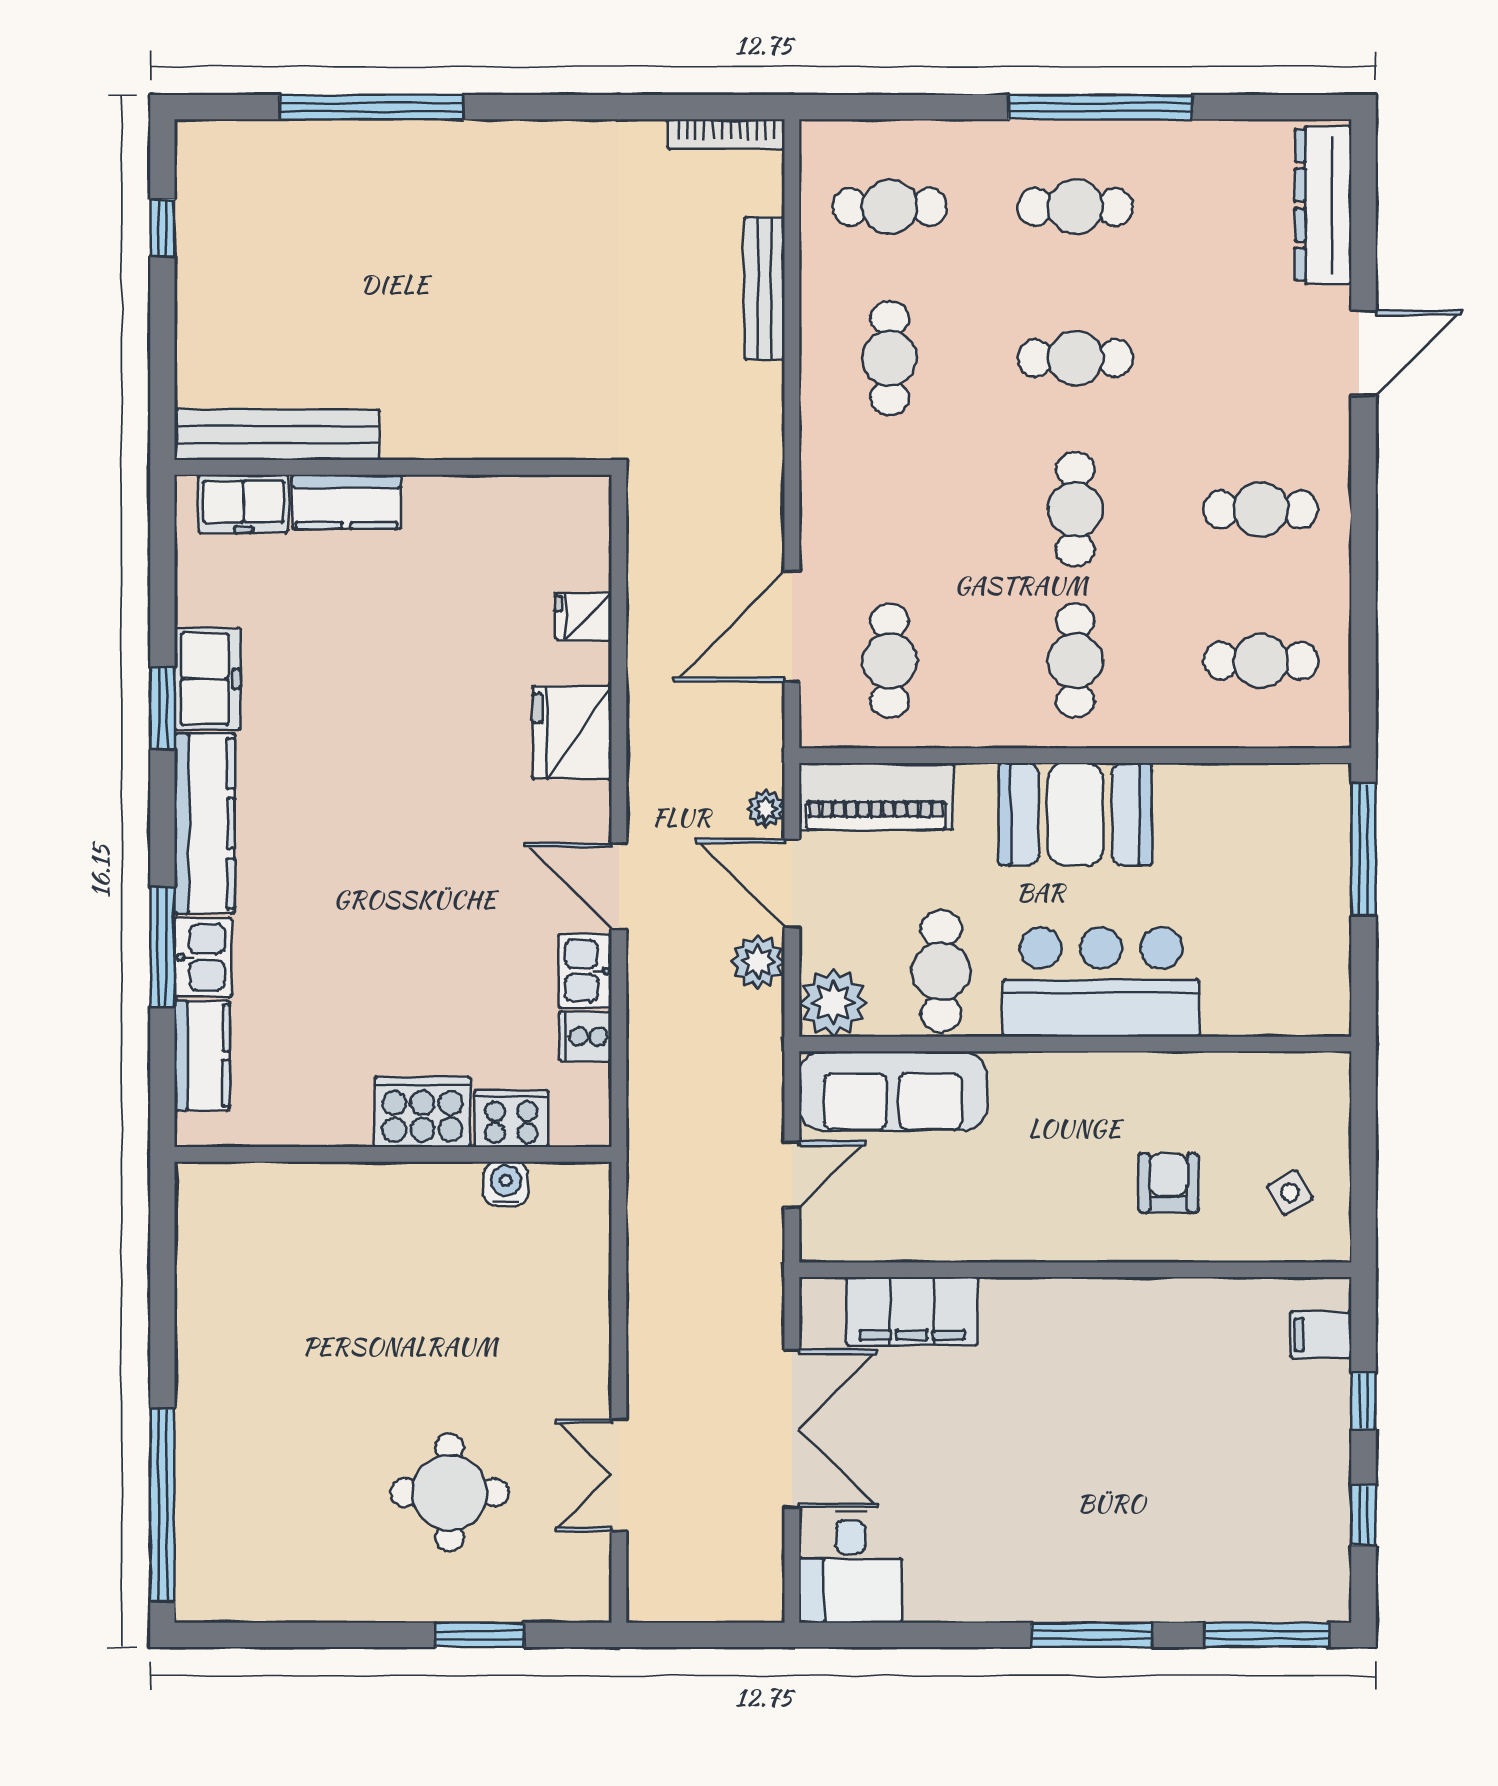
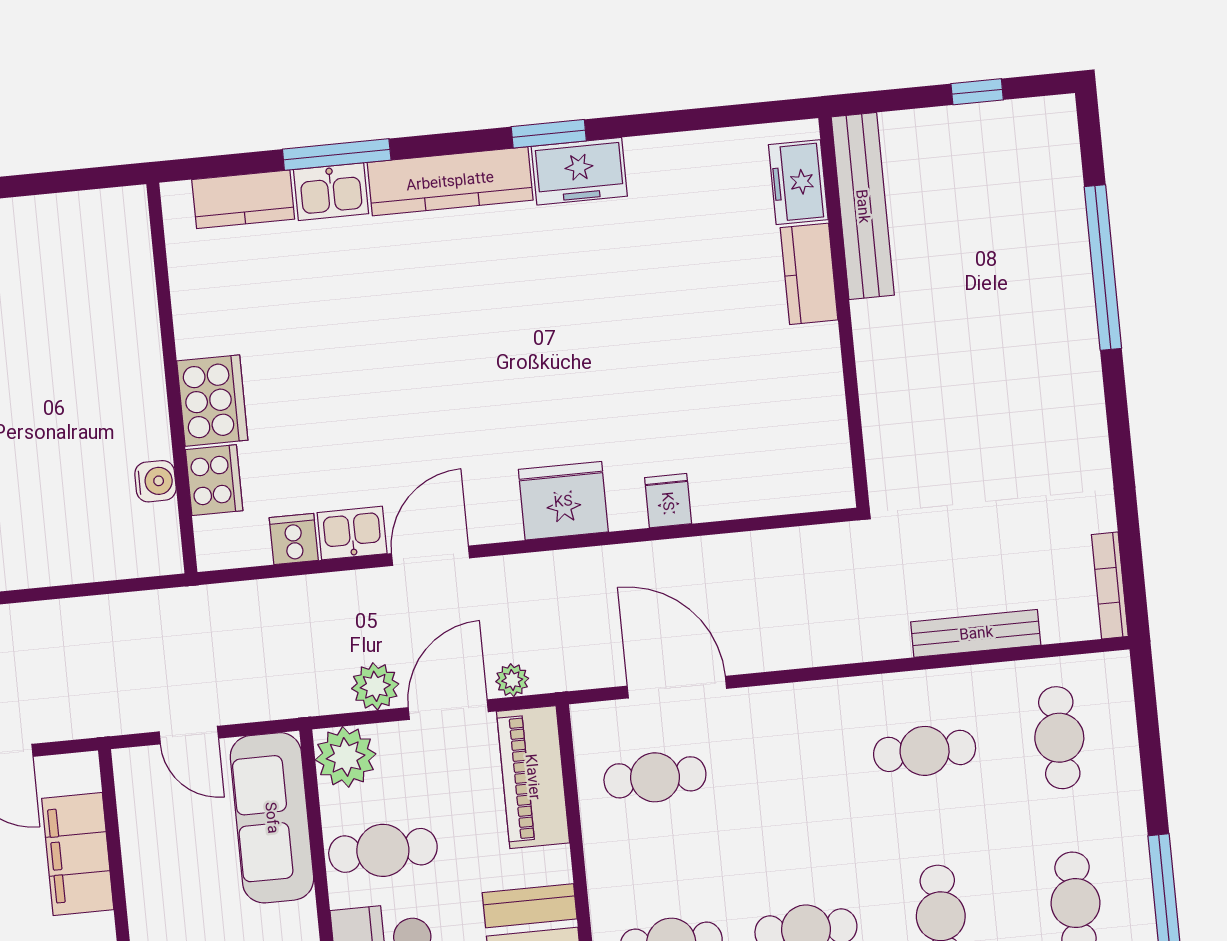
bench: (277, 435) -> (863, 206), moved
wall: (393, 467) -> (844, 312), moved
kitchen counter: (347, 502) -> (809, 274), moved
freezer: (243, 504) -> (798, 182), moved

